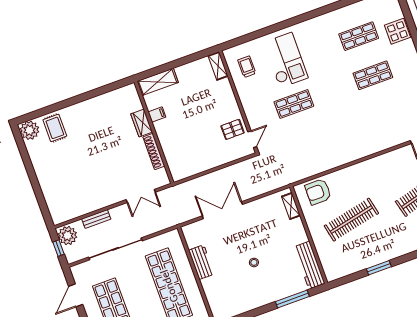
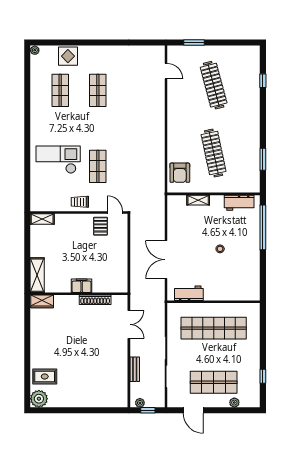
trolley: (247, 67) -> (80, 202), moved
filing cabinet: (157, 114) -> (82, 286), moved, width x2.00
wardrobe: (142, 123) -> (42, 301), moved
shelving: (291, 206) -> (198, 200), moved
plant: (68, 236) -> (140, 403), width x0.53, depth x0.53
workbench: (201, 262) -> (189, 293), moved
workbench: (309, 265) -> (239, 203), width x0.73
window: (379, 268) -> (263, 159), moved
window: (292, 299) -> (263, 227), width x1.46

